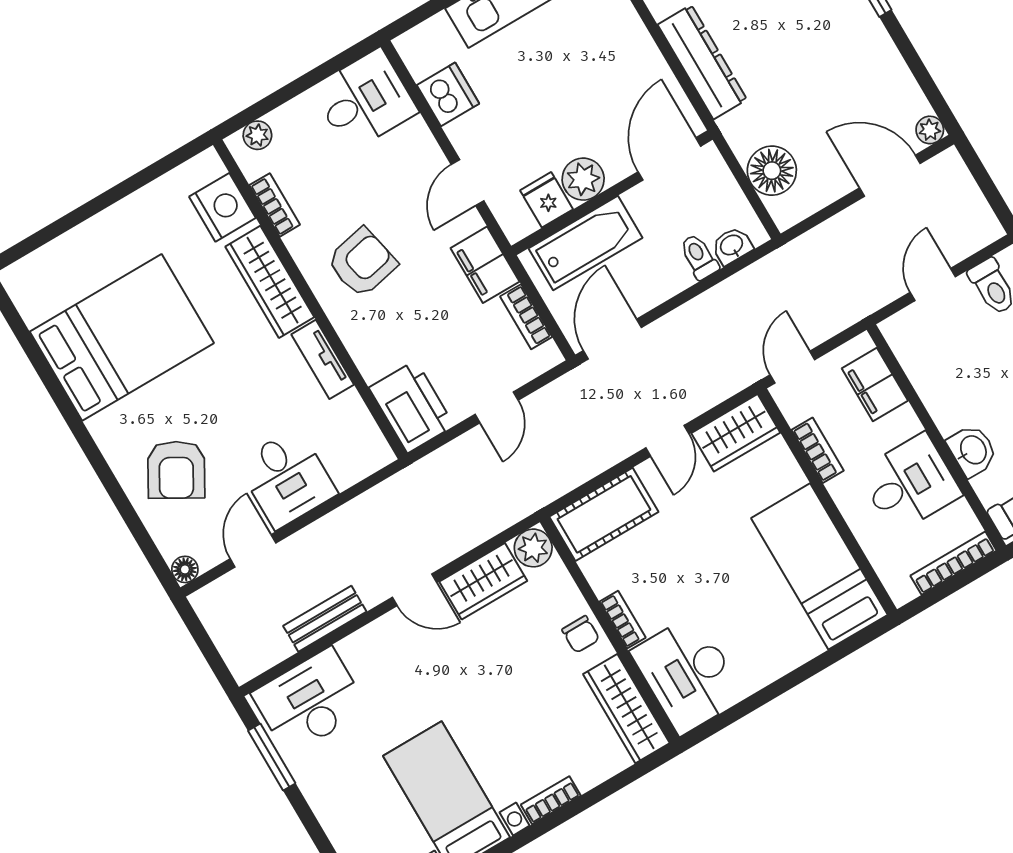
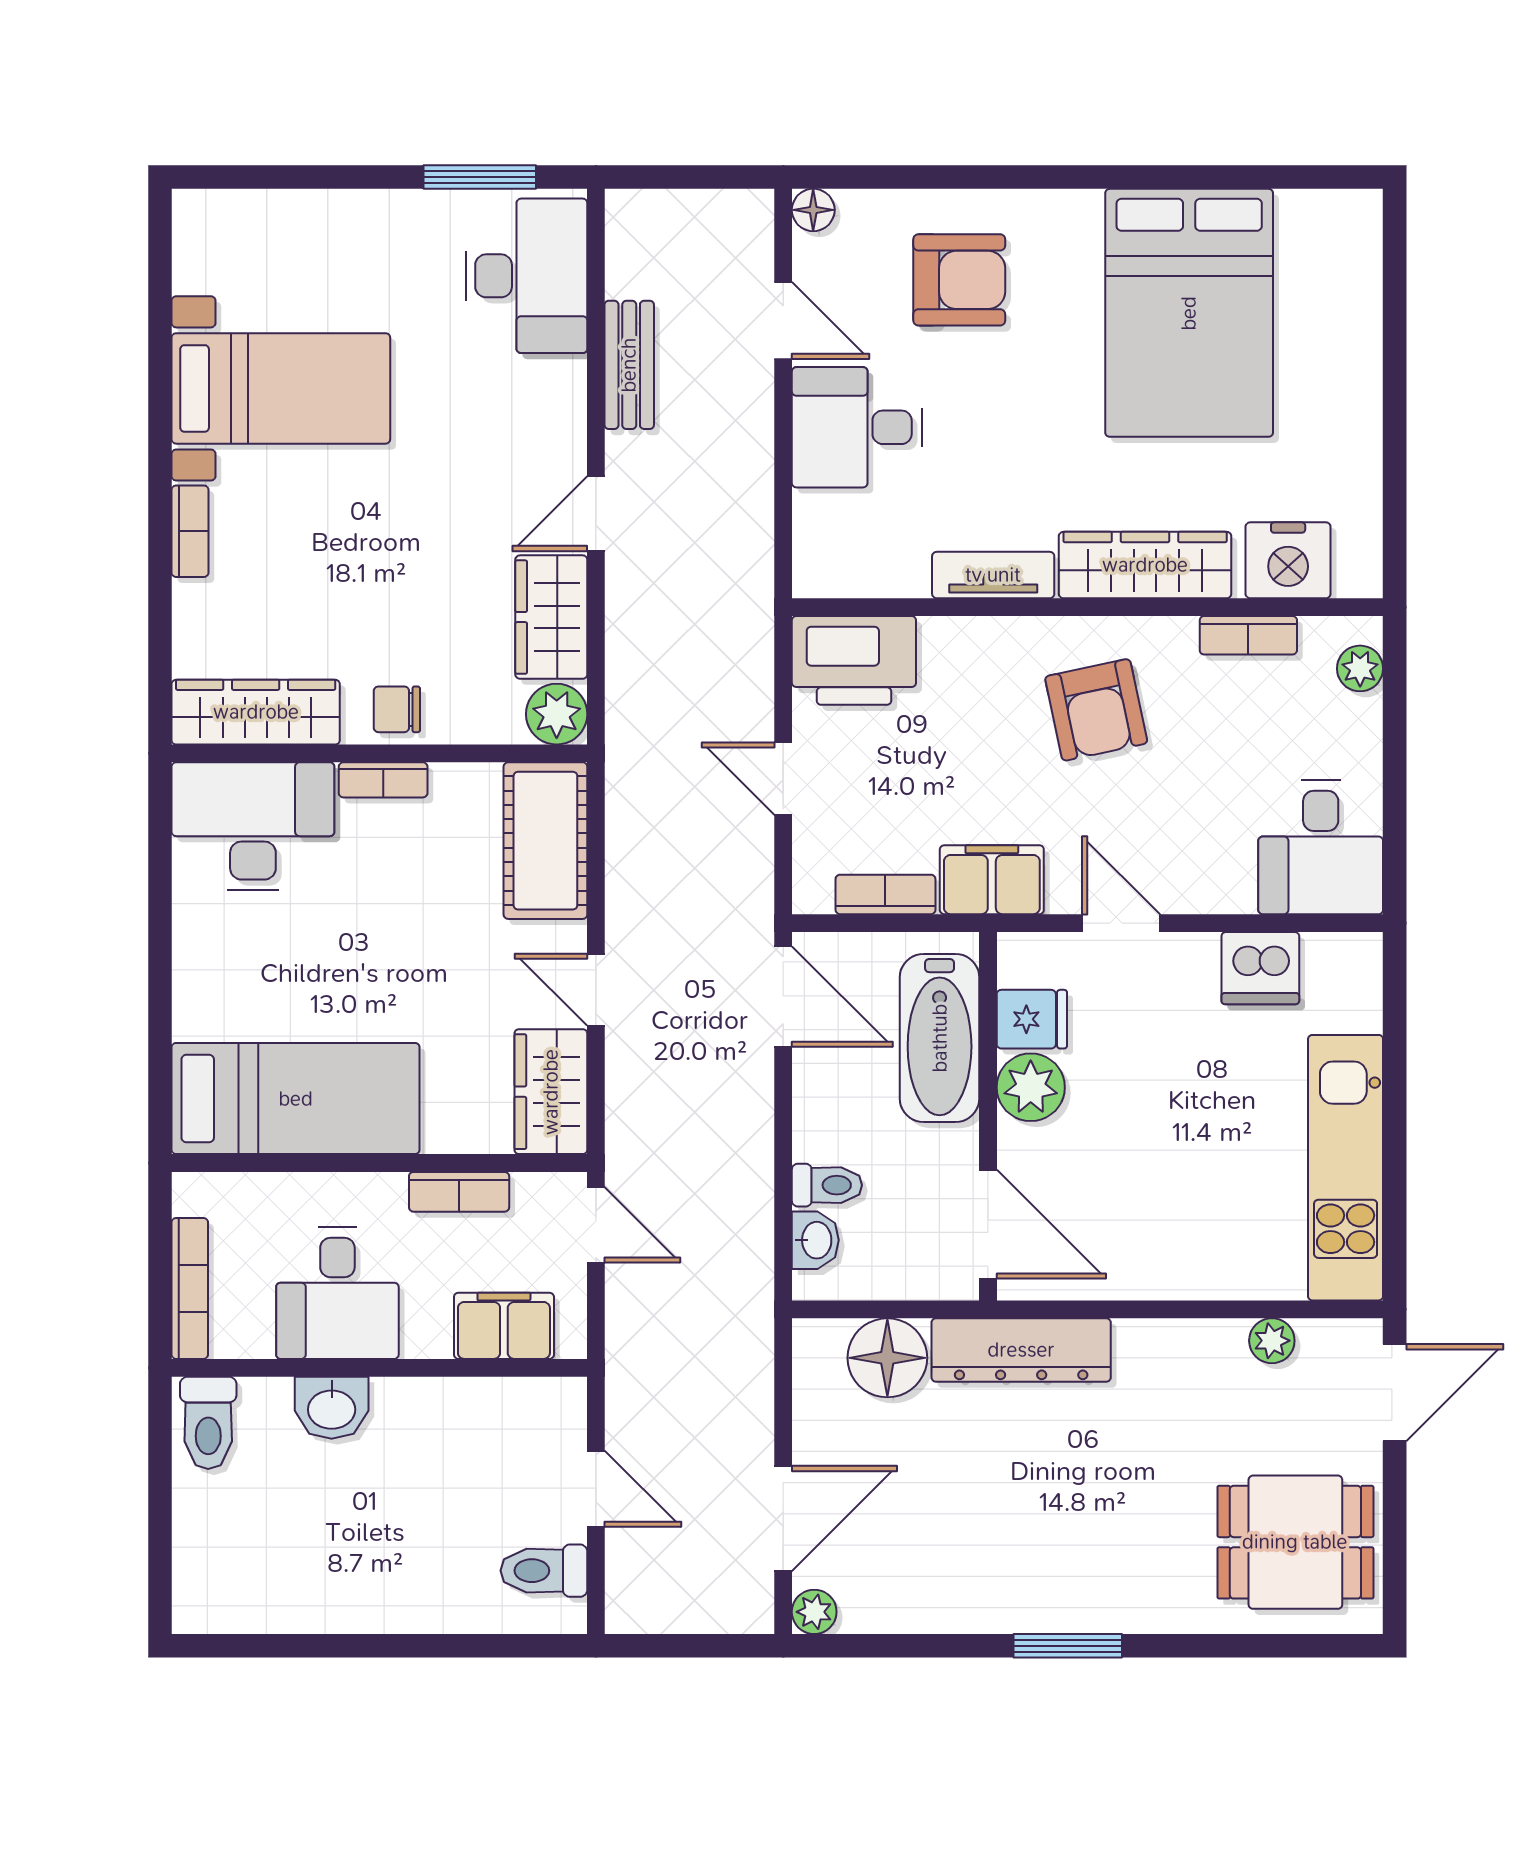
dresser: (702, 62) -> (1021, 1350), moved
armchair: (176, 470) -> (959, 280), turned 150

